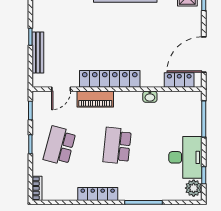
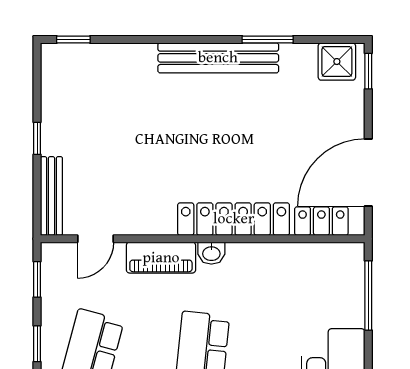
bench: (38, 53) -> (51, 196), moved
locker: (110, 79) -> (234, 219), moved
washbasin: (150, 97) -> (211, 253), moved

